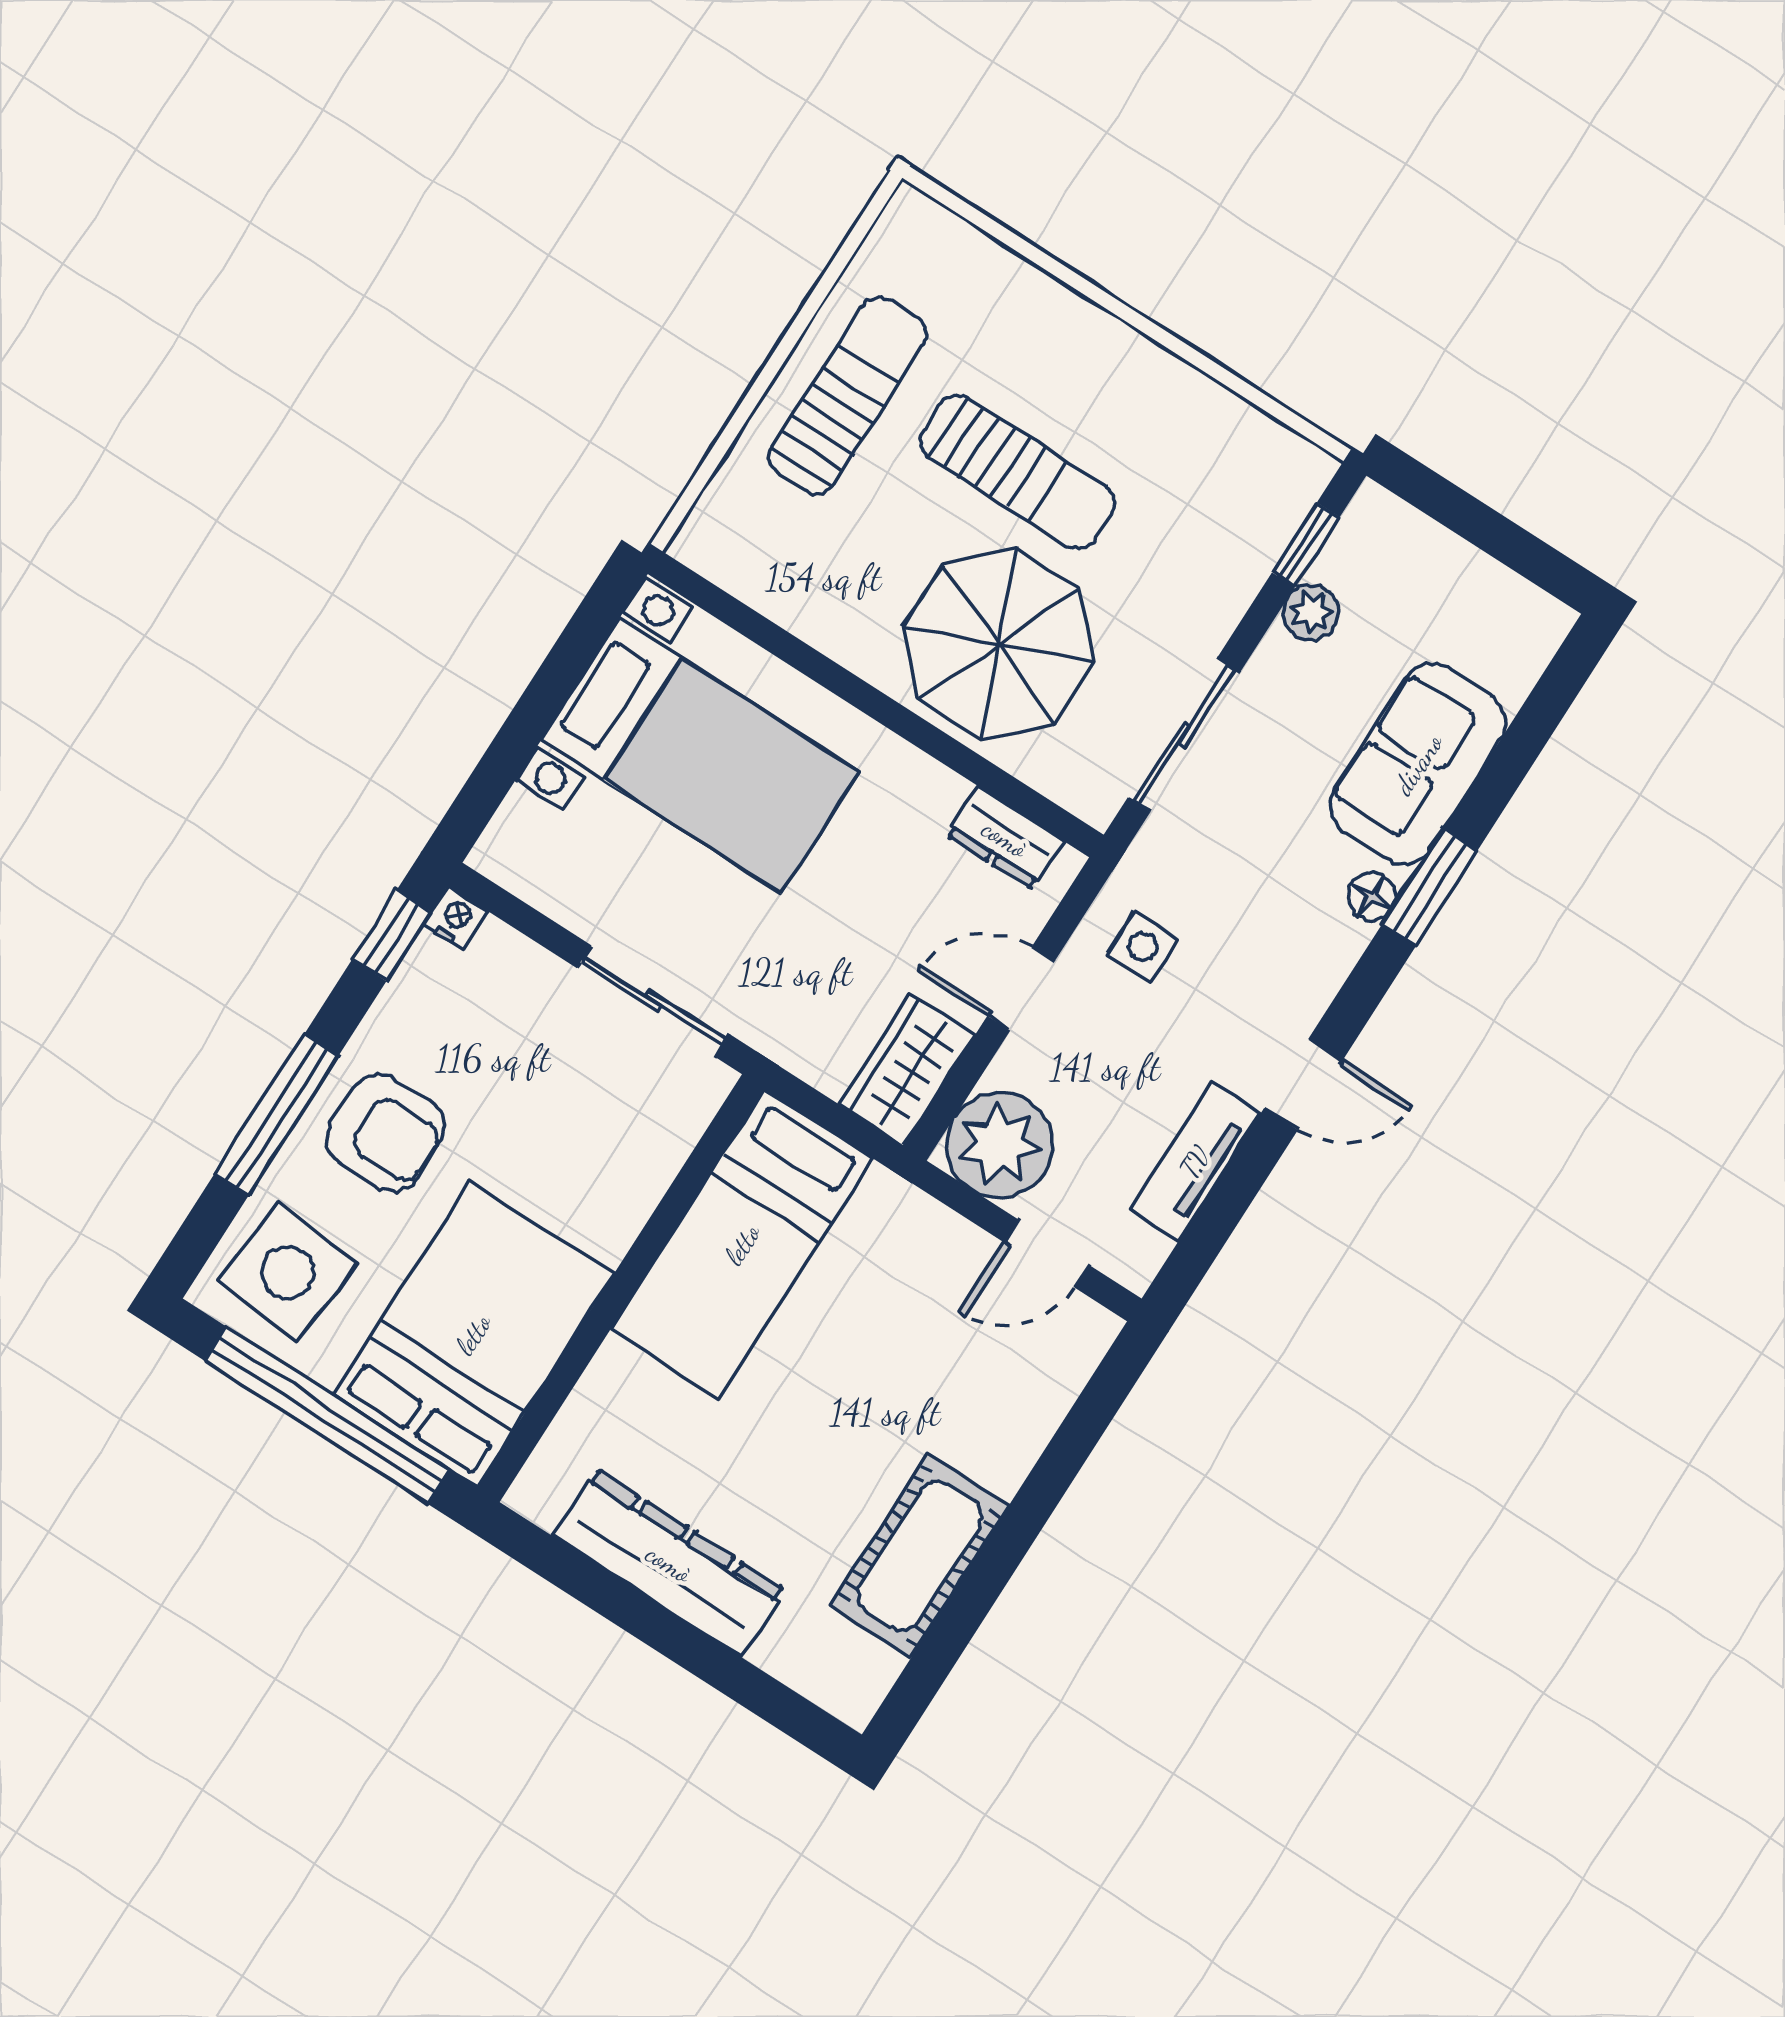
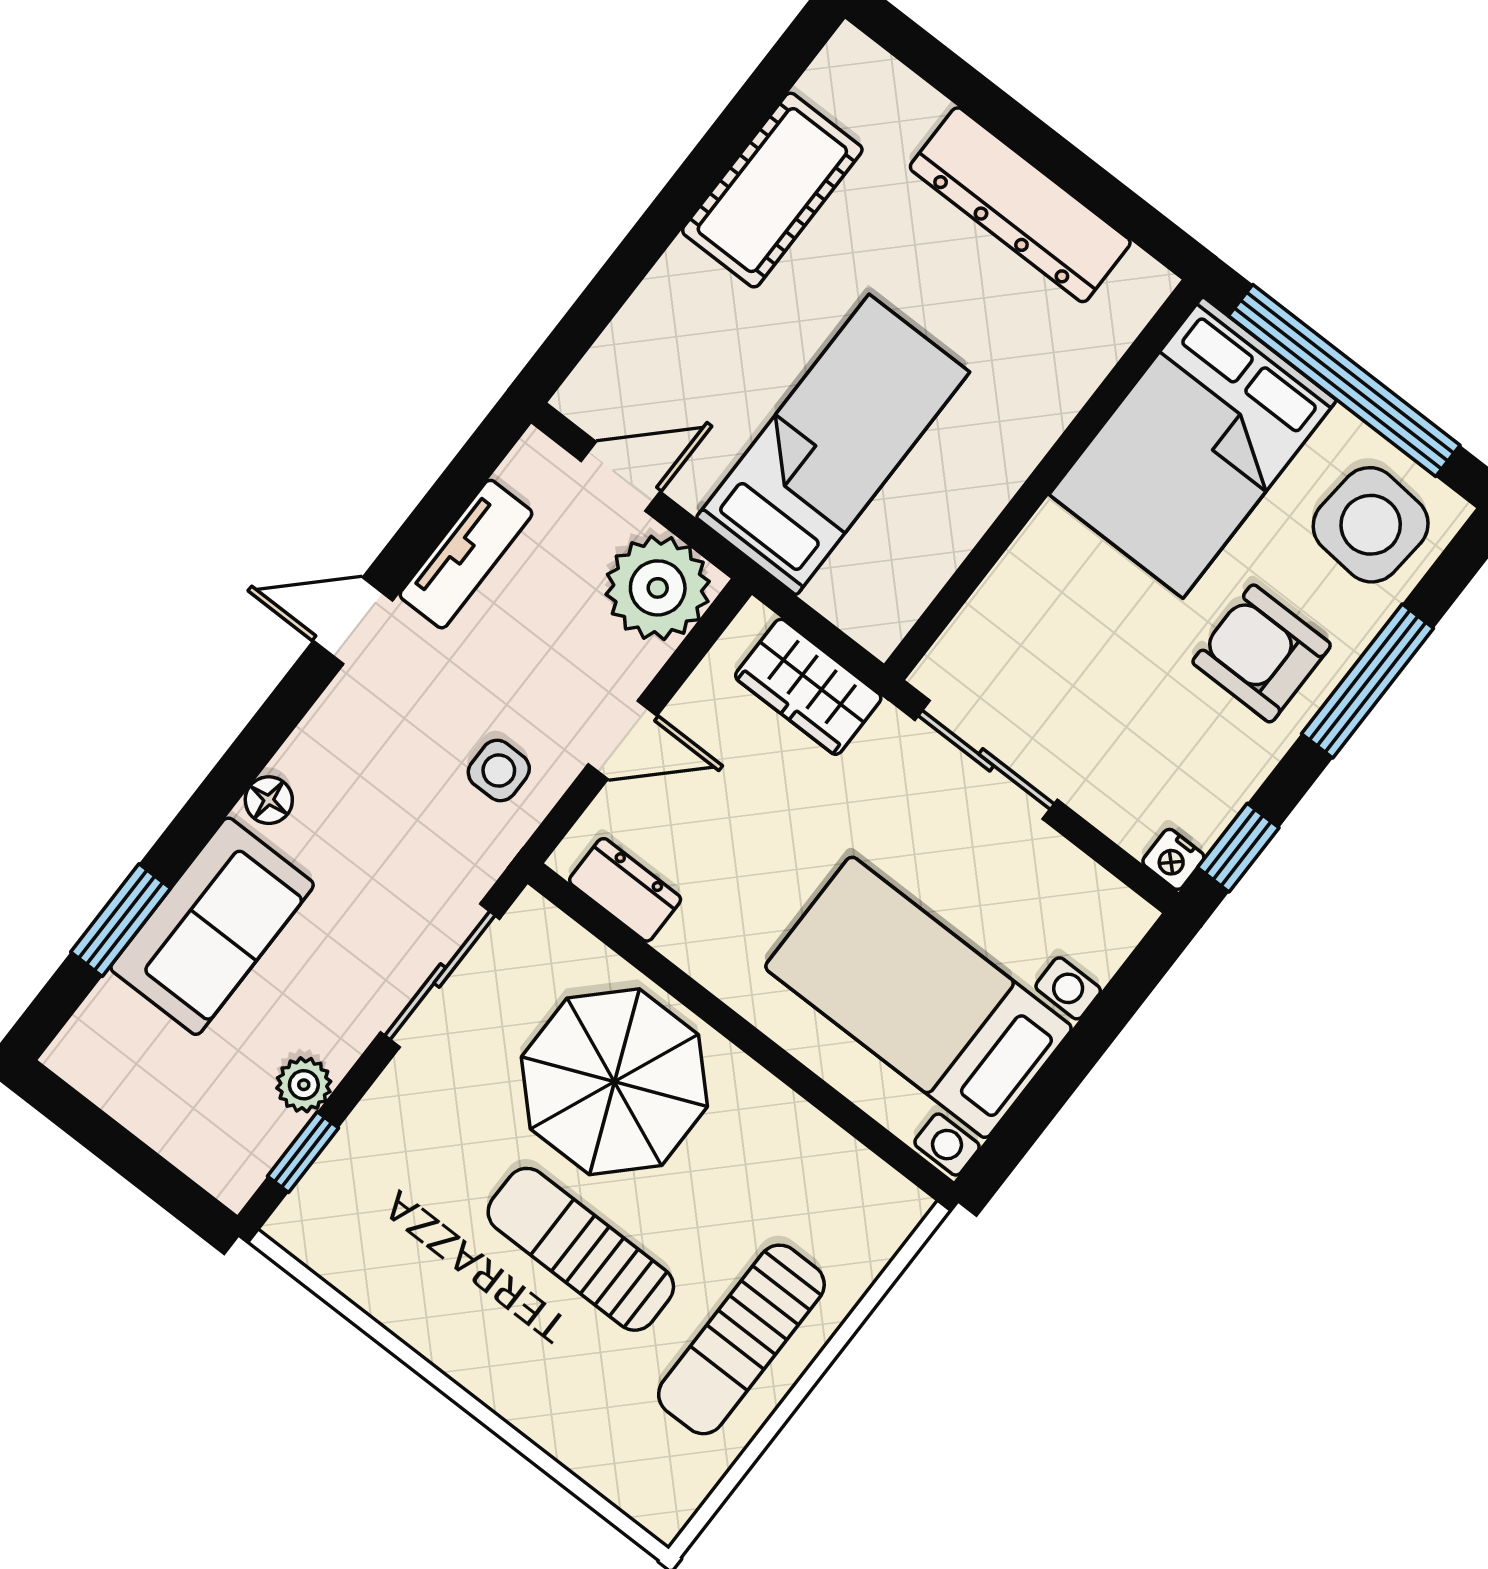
window: (1430, 887) -> (121, 920), moved
wardrobe: (907, 1070) -> (808, 687), moved, turned 90
bed: (742, 1244) -> (833, 445), moved

